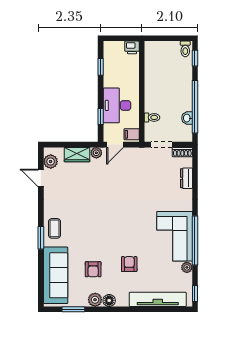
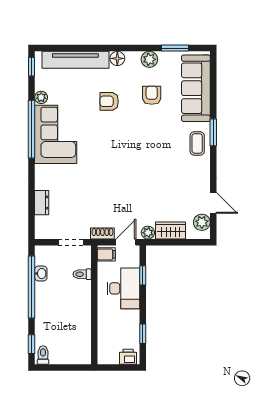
printer: (132, 47) -> (128, 357), moved
shoe rack: (182, 152) -> (102, 233), moved
armchair: (129, 264) -> (109, 101), turned 90
floor lamp: (109, 300) -> (117, 58), moved

